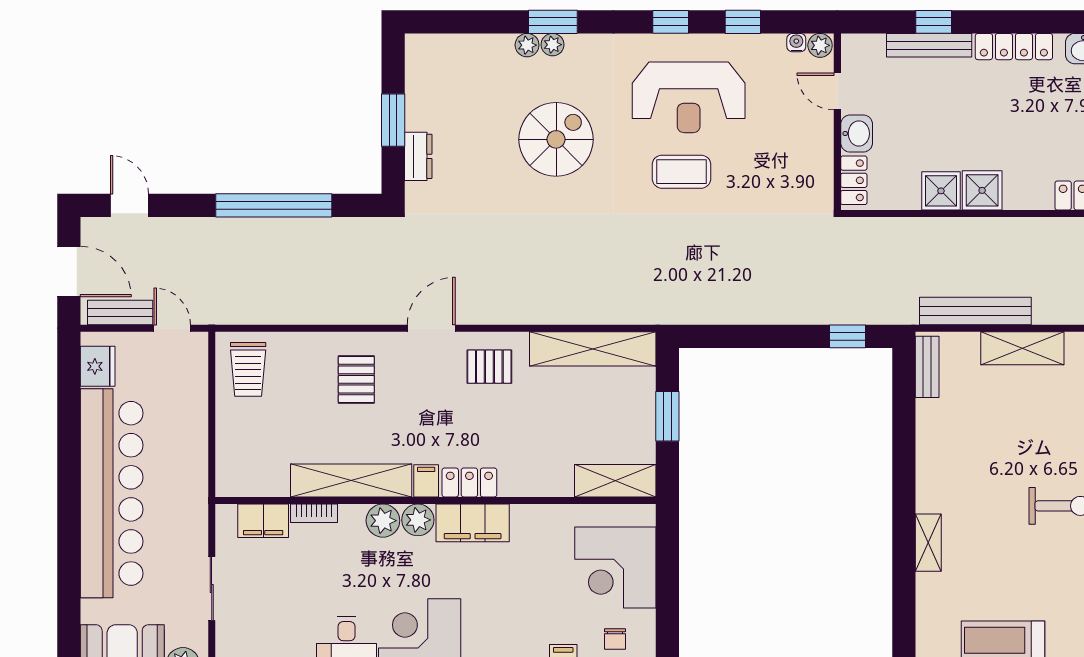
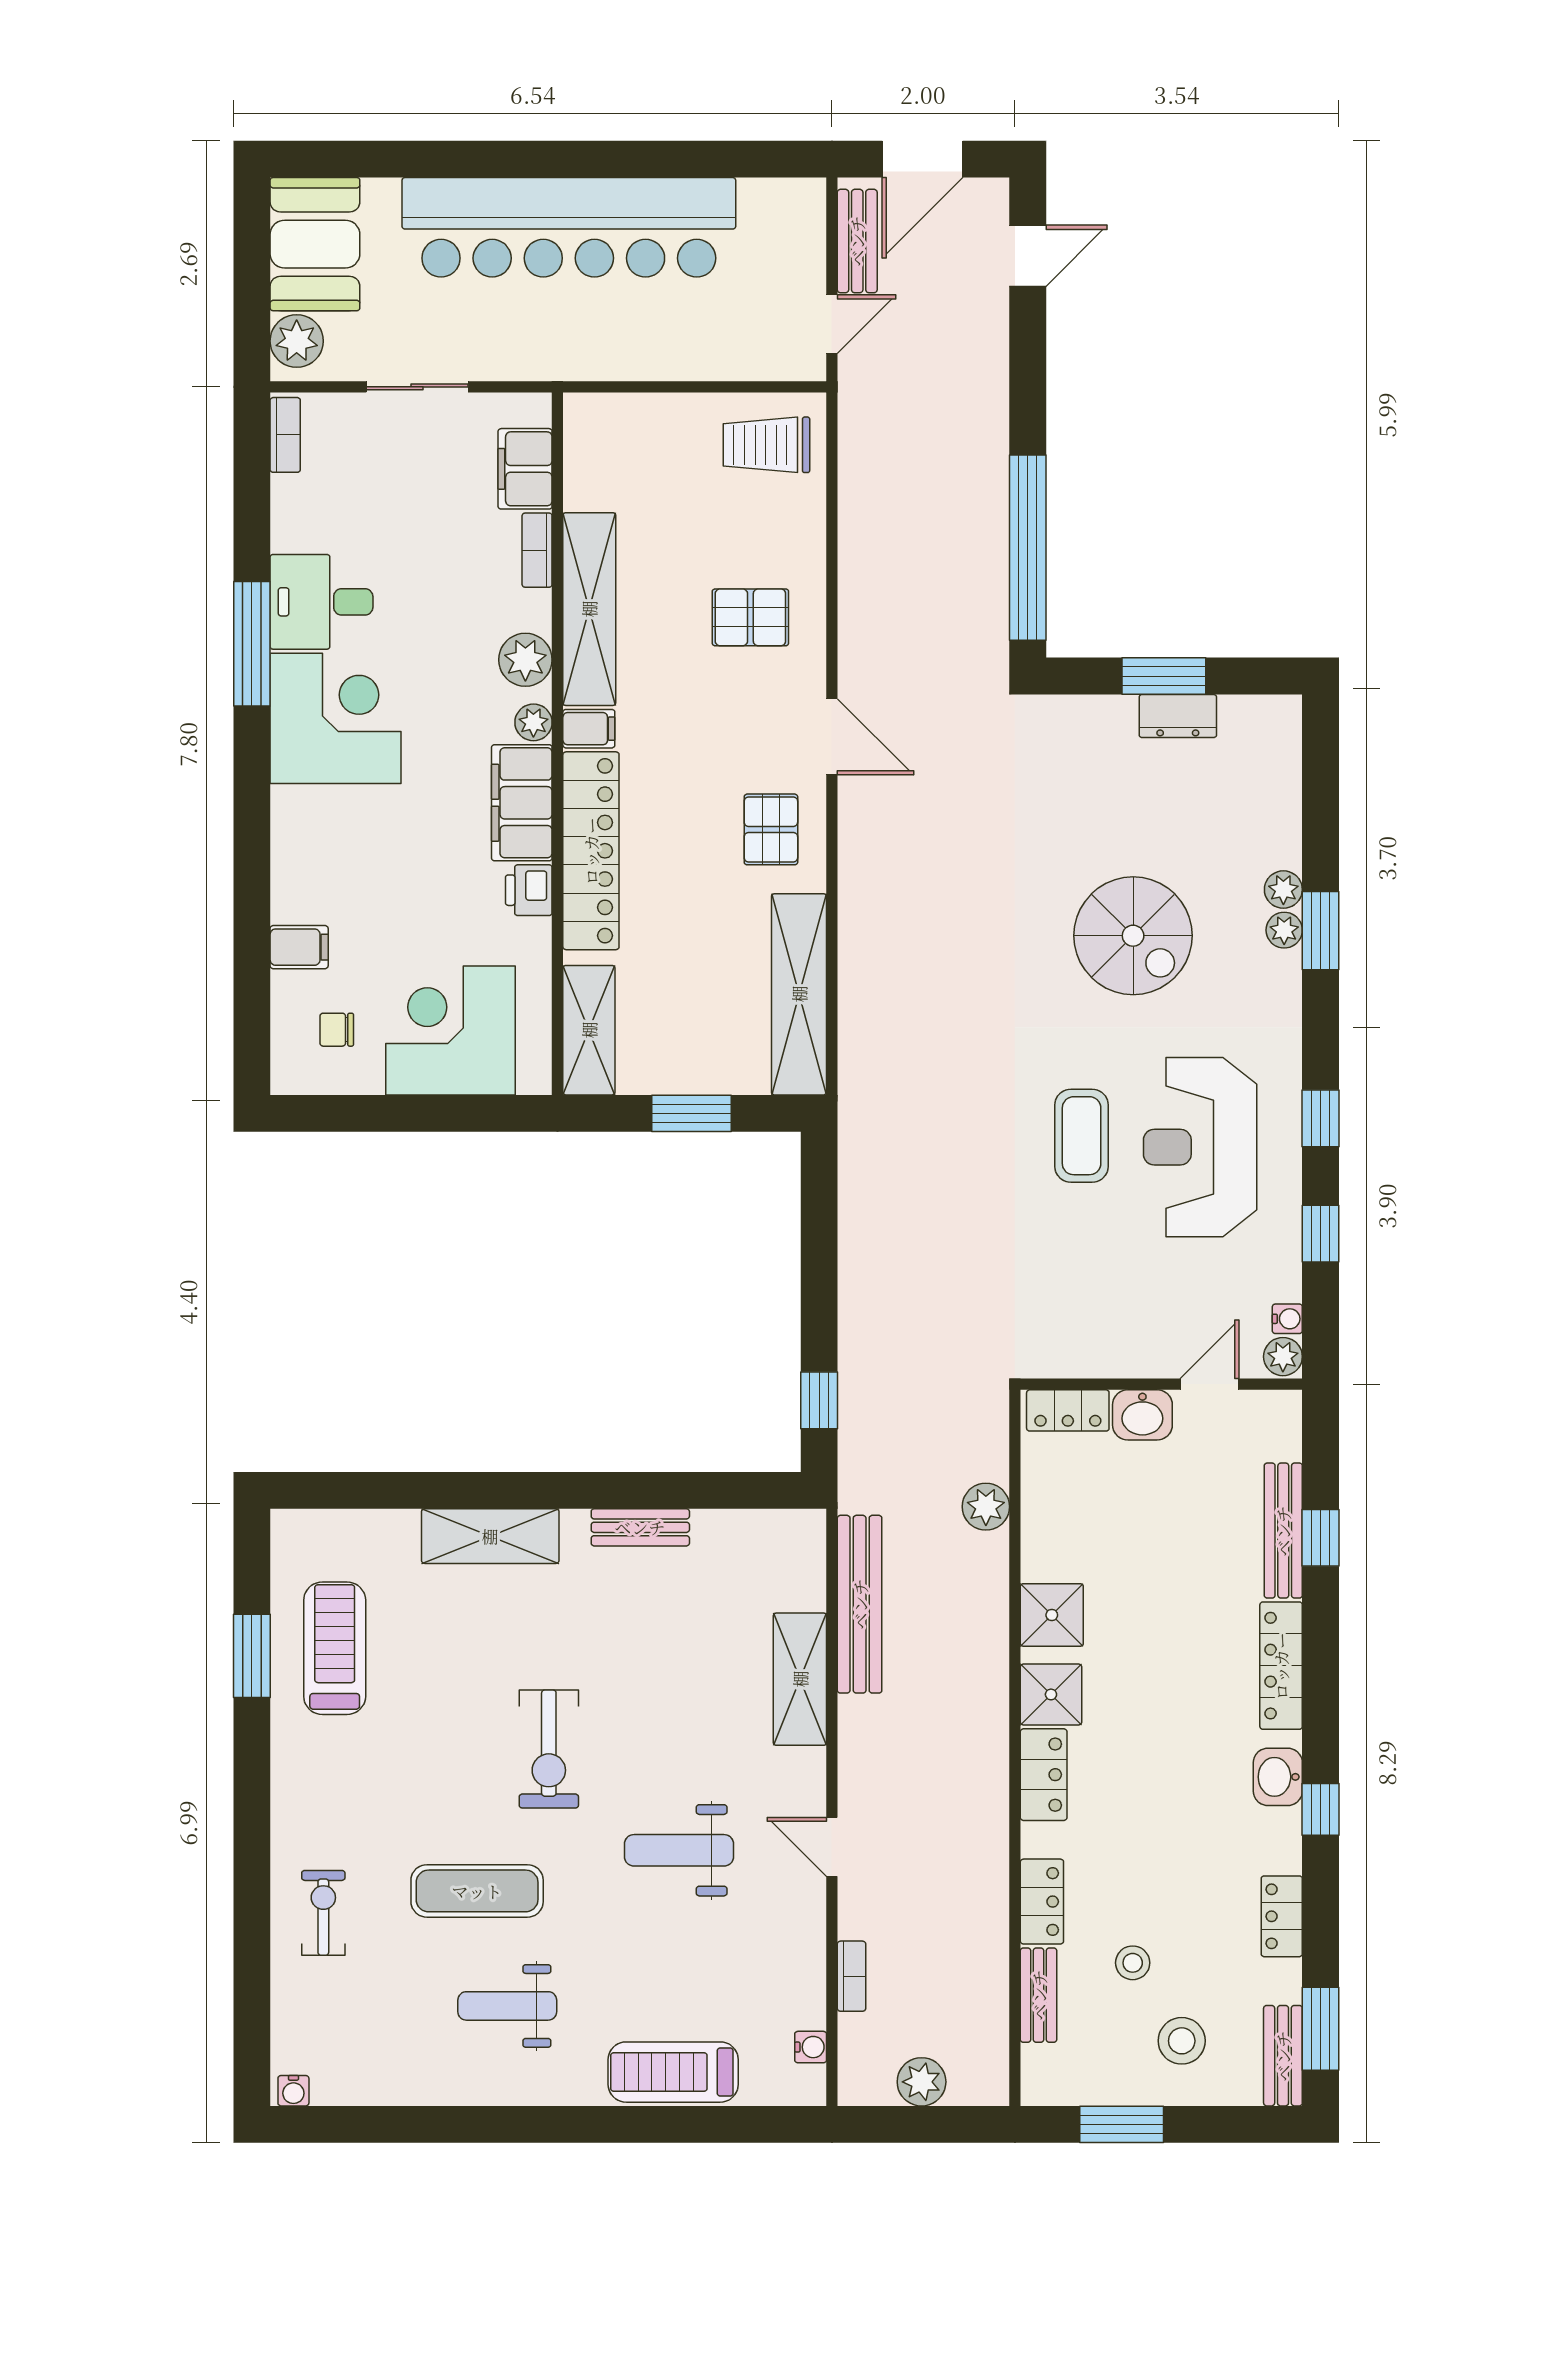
dresser: (418, 156) -> (1178, 716), moved
shower: (941, 191) -> (1051, 1694), moved
window: (274, 205) -> (1028, 548), moved
plant: (914, 232) -> (986, 1507), added
fridge: (98, 366) -> (771, 205), removed
bench: (927, 367) -> (640, 1527), moved
locker: (469, 482) -> (591, 851), width x2.16, depth x1.21
printer: (527, 518) -> (529, 890), added
plant: (418, 520) -> (533, 722), width x0.73, depth x0.73
shelving: (928, 543) -> (490, 1536), width x1.50, depth x1.33

